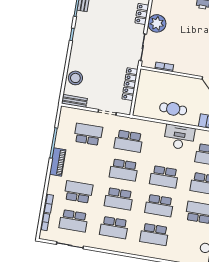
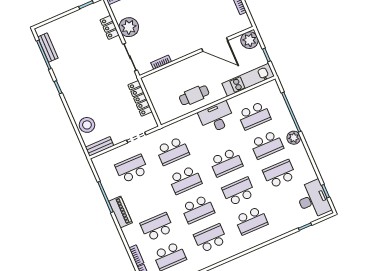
school desk: (159, 206) -> (239, 192), turned 180
school desk: (114, 228) -> (210, 238), turned 180

